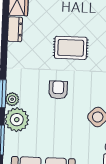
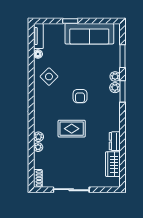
plant: (17, 120) -> (115, 77), width x0.53, depth x0.53

